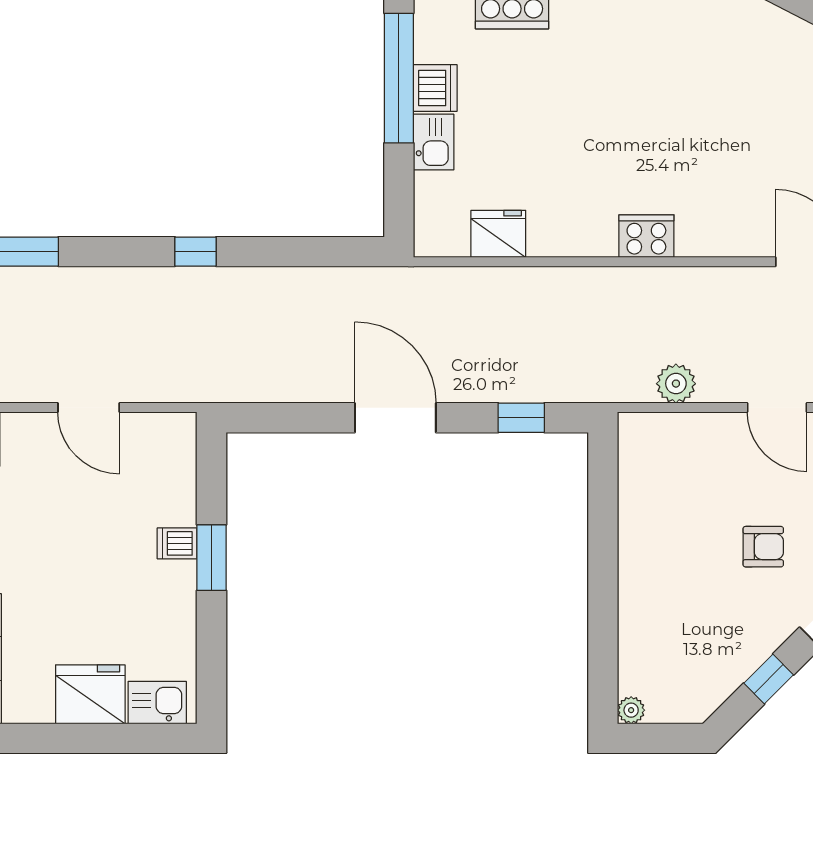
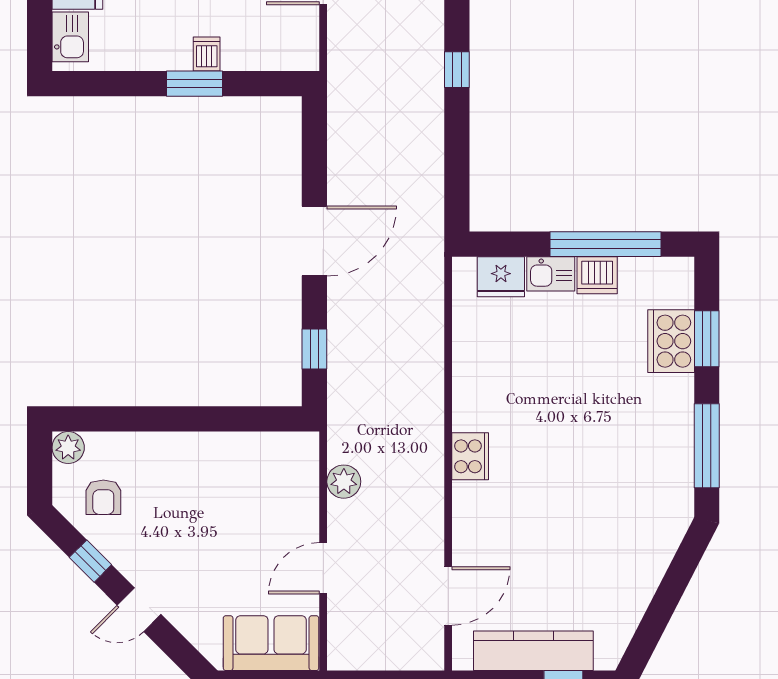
fridge: (498, 234) -> (501, 277), moved, turned 90
armchair: (763, 547) -> (103, 497), moved
plant: (631, 710) -> (68, 448), width x1.38, depth x1.38

